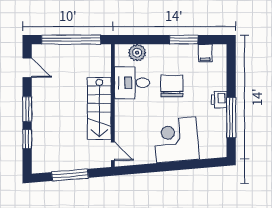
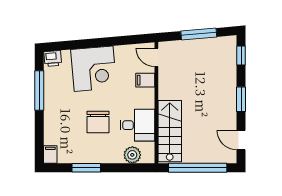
filing cabinet: (205, 53) -> (50, 155), moved
printer: (219, 100) -> (53, 58), moved, turned 85
stairs: (99, 108) -> (170, 131), moved
filing cabinet: (124, 128) -> (145, 80), added
window: (27, 139) -> (241, 55), moved

